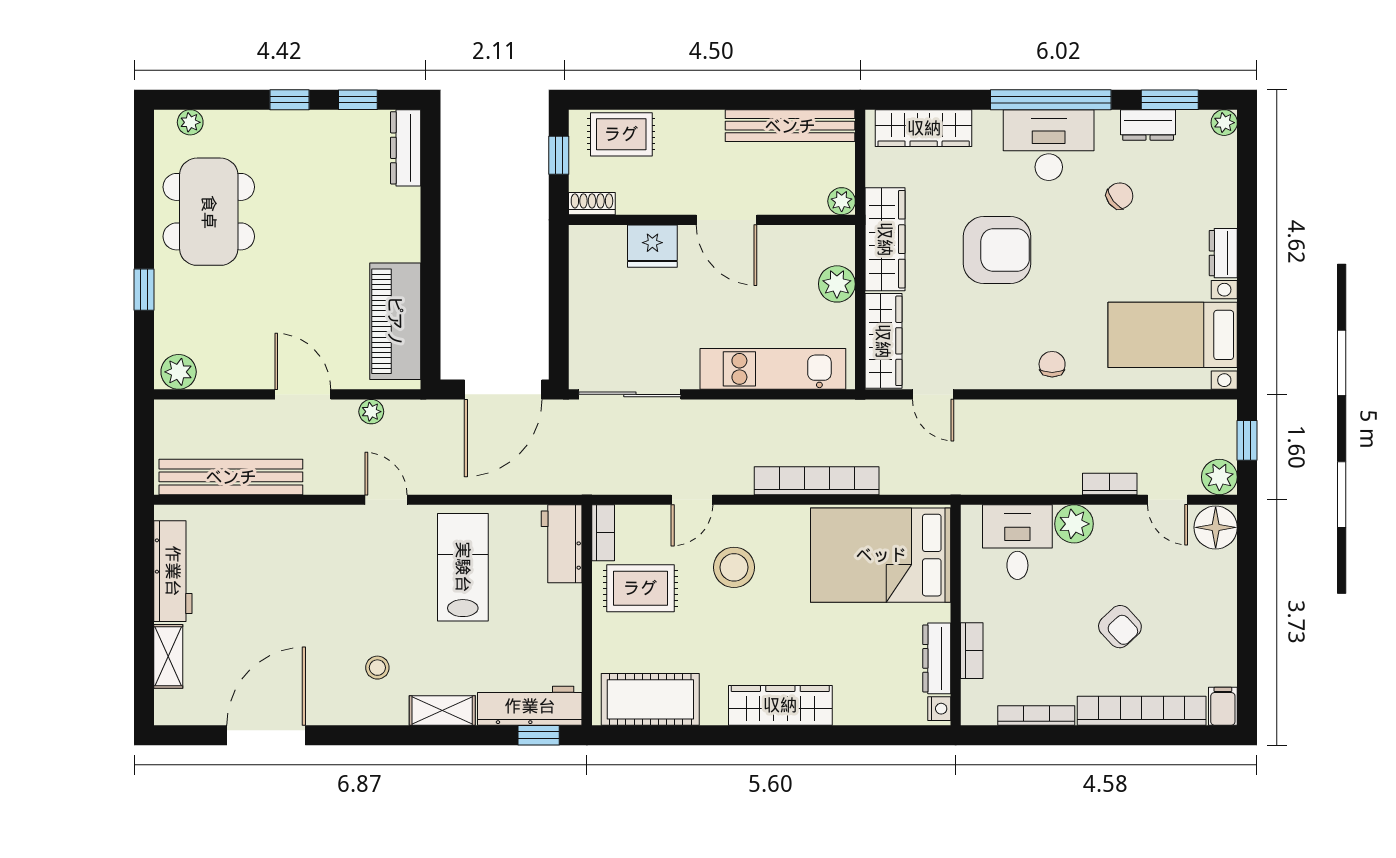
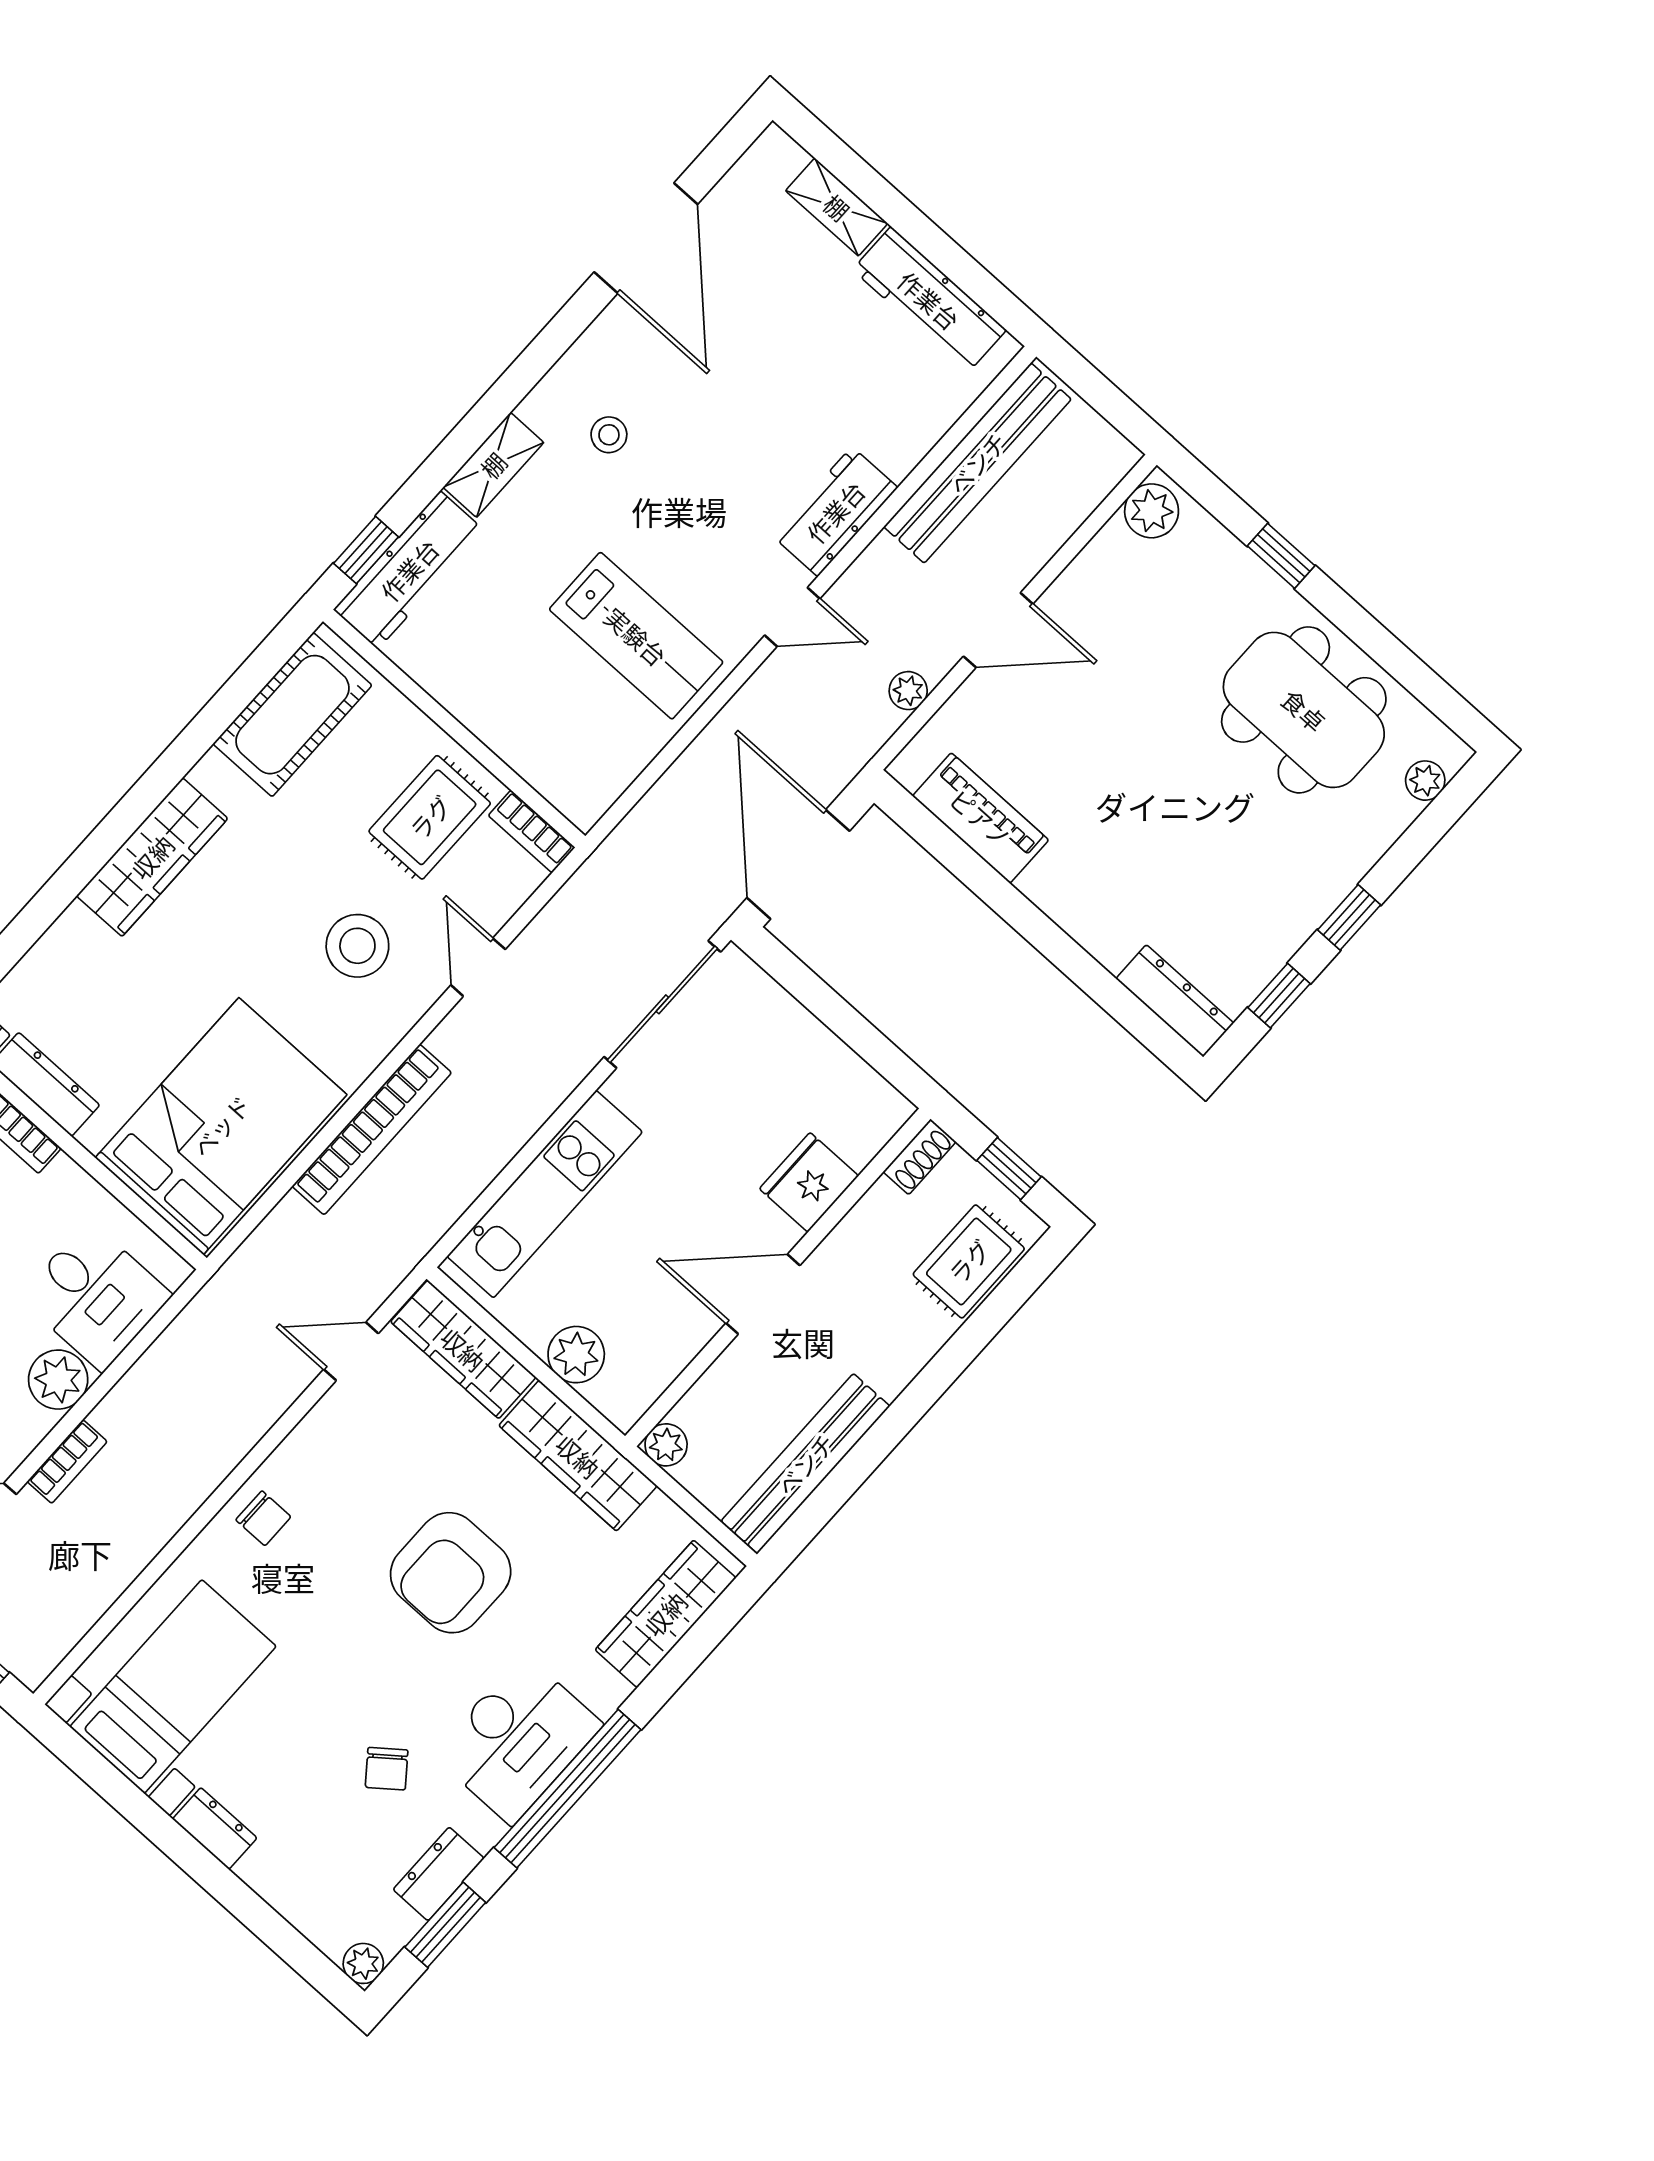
piano: (395, 321) -> (981, 818), width x0.73, depth x0.75
workbench: (562, 544) -> (835, 512), moved, turned -90

